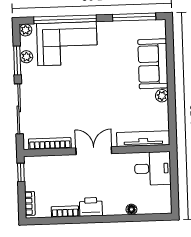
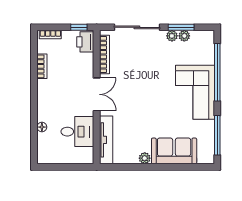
plant: (26, 30) -> (172, 36), moved
corner sofa: (67, 44) -> (195, 92), moved
desk: (153, 168) -> (77, 132), moved, turned -90
printer: (91, 207) -> (85, 42), moved, turned 180

